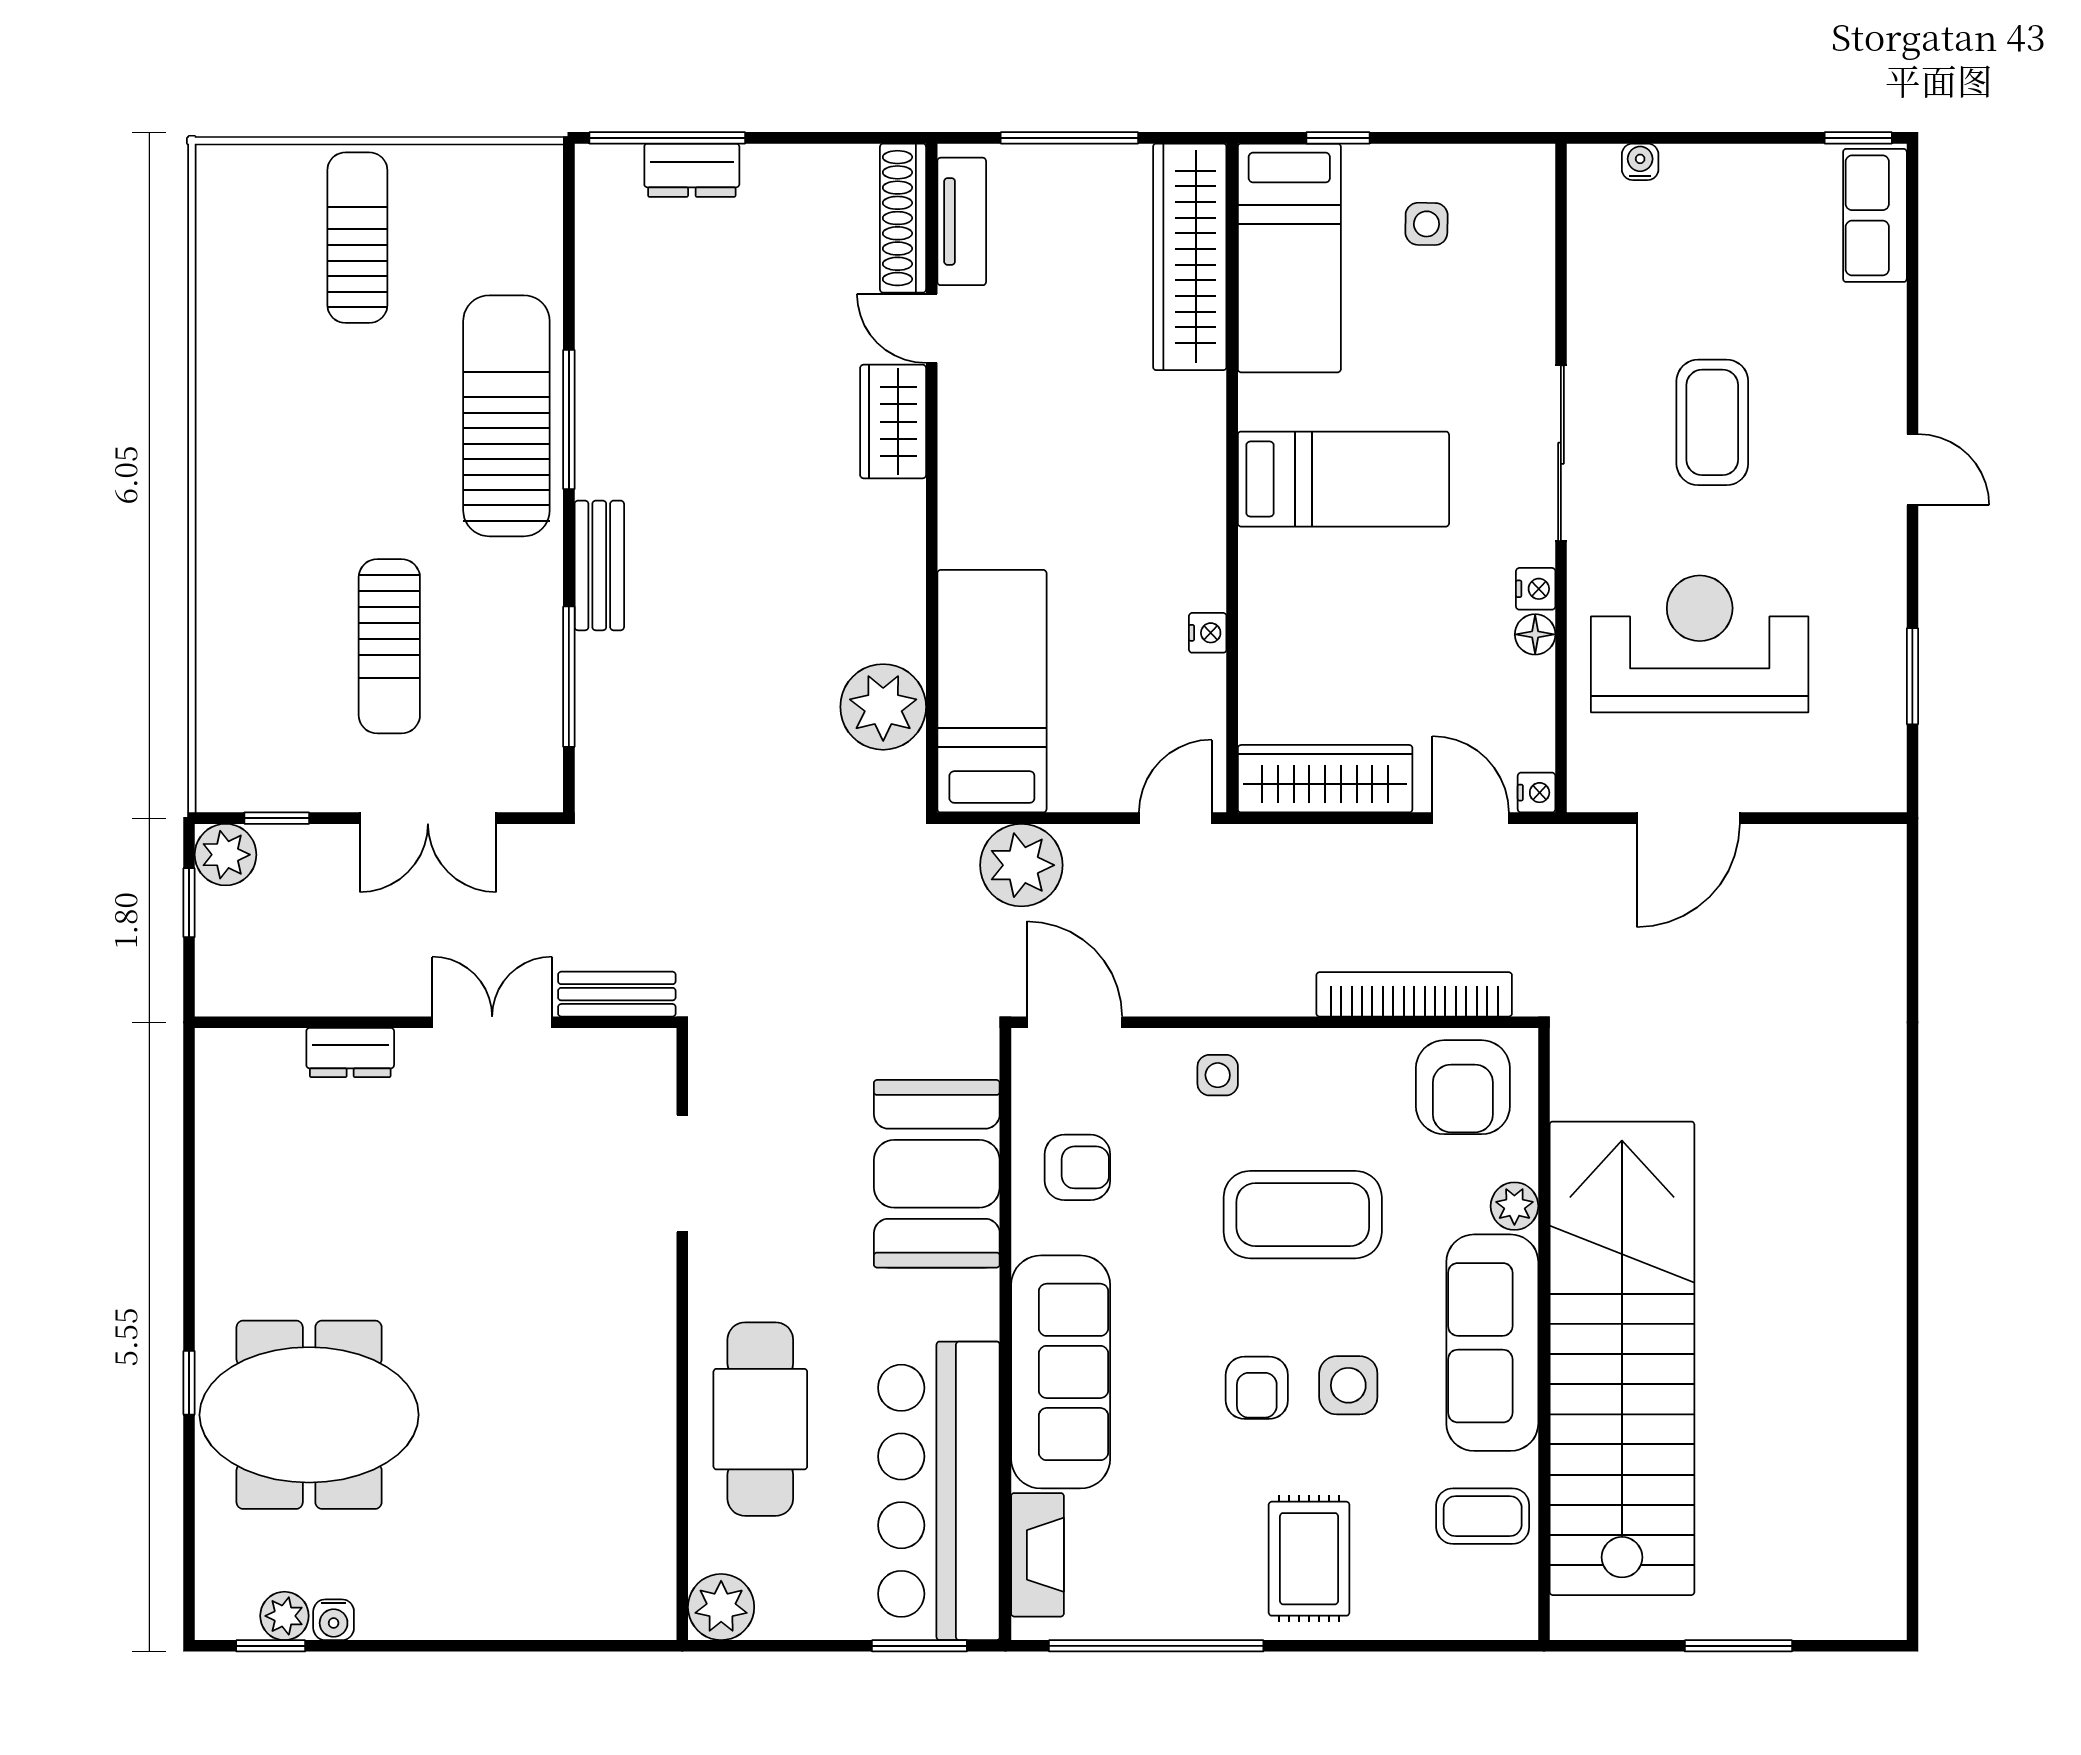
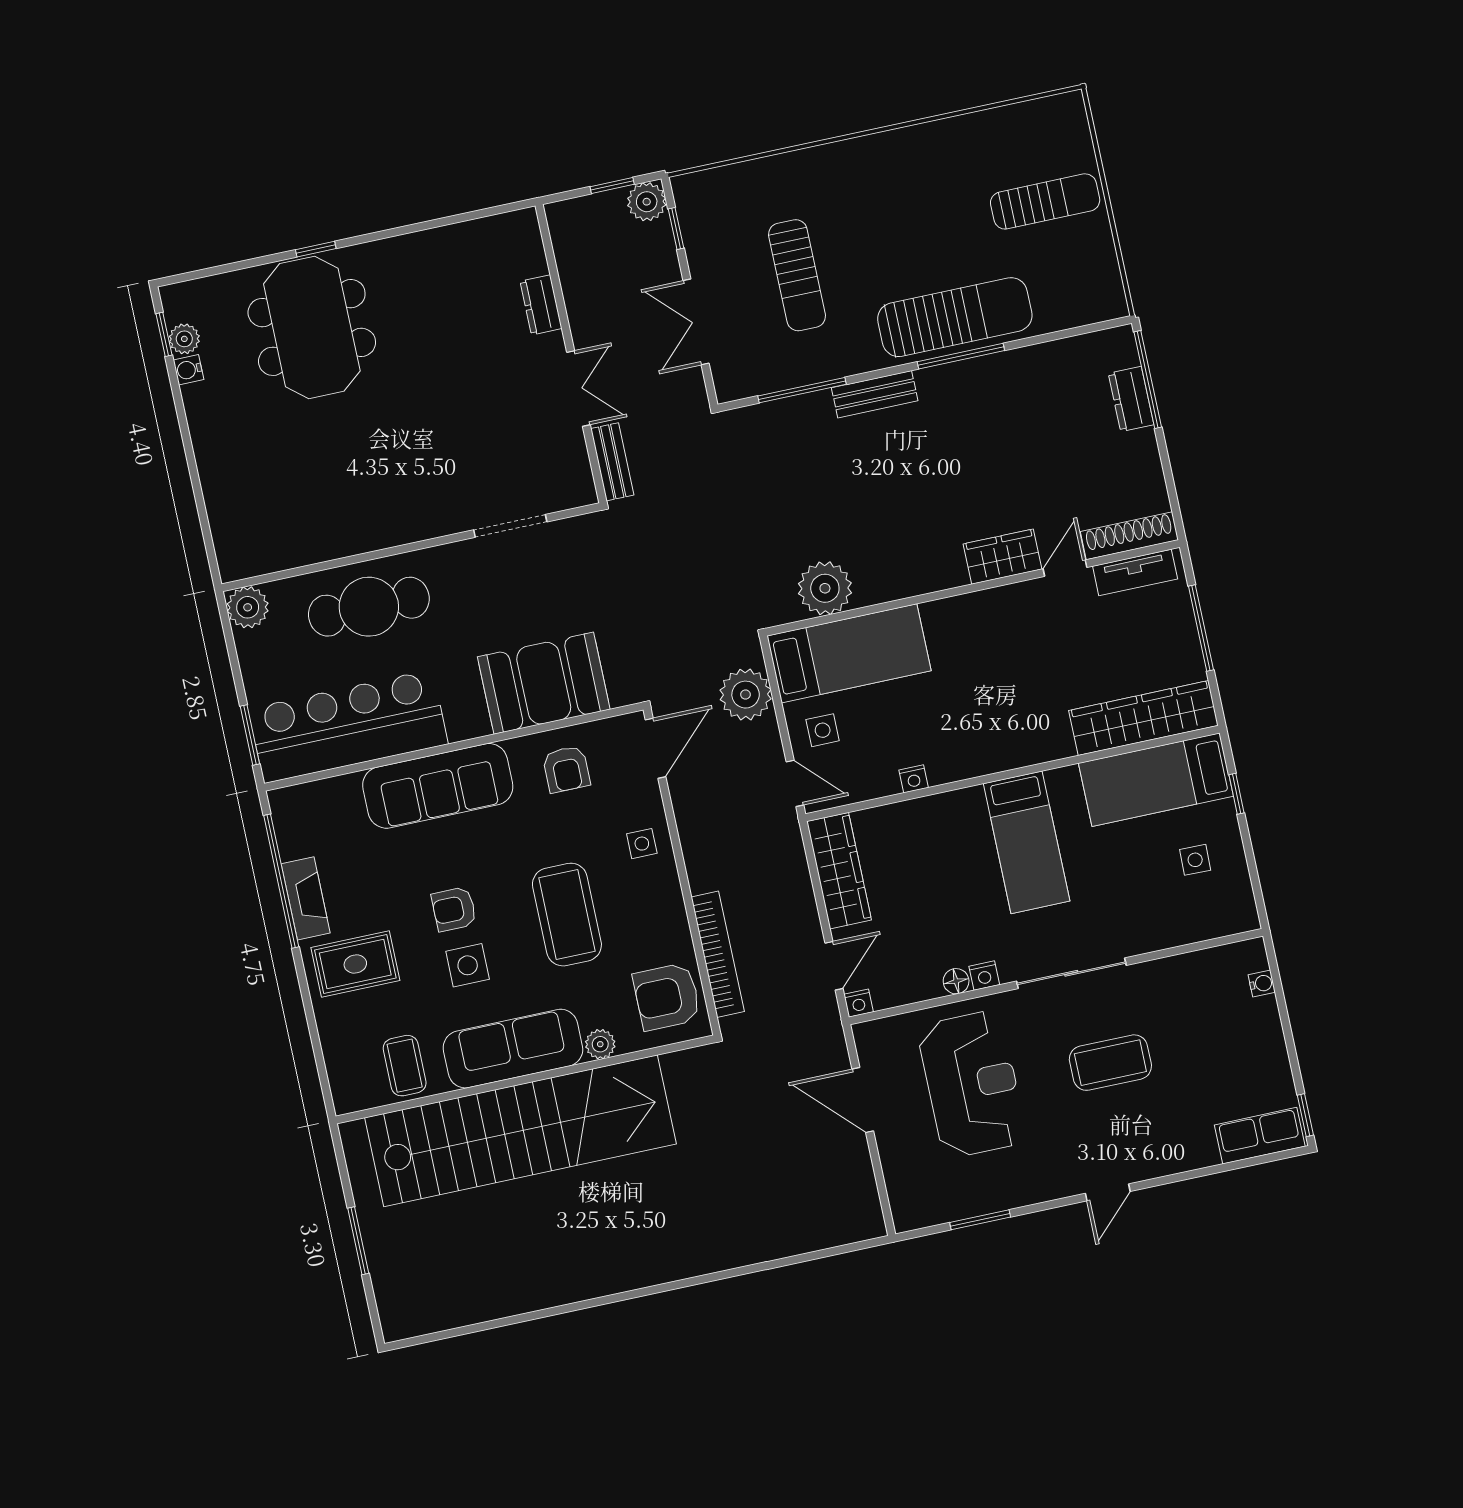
sun lounger: (389, 646) -> (797, 275), turned -90
side table: (1102, 758) -> (823, 730), added
fireplace: (1037, 1555) -> (306, 898), moved, turned -90

